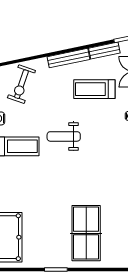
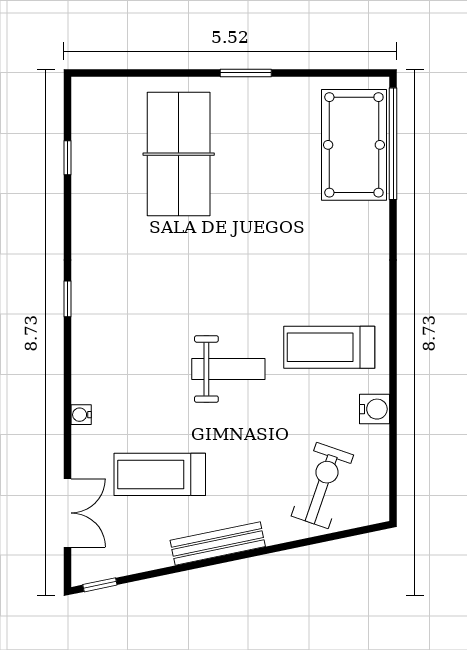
bench: (104, 51) -> (138, 560), removed
treadmill: (94, 89) -> (160, 474), turned 180

